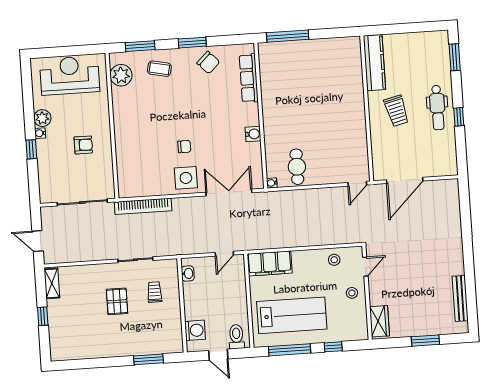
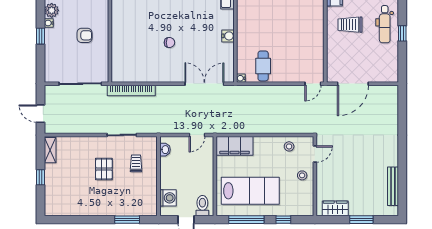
trolley: (396, 111) -> (350, 25), turned 104
side table: (186, 178) -> (169, 69), removed
wardrobe: (379, 321) -> (335, 208), moved, turned -90

